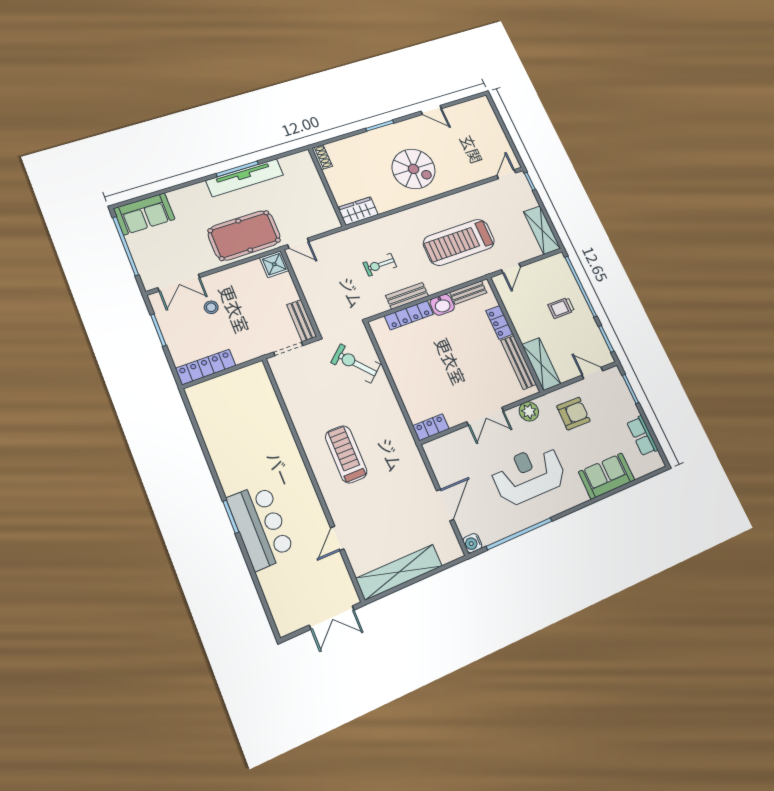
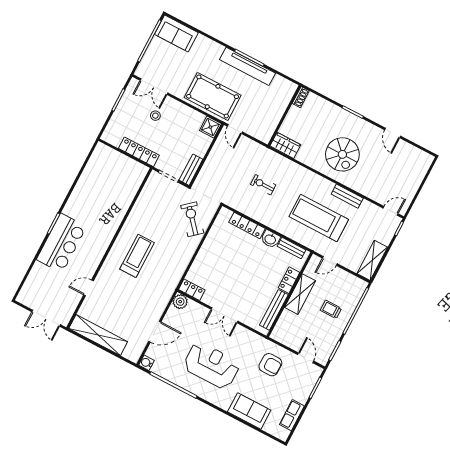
bench: (407, 296) -> (347, 196), moved
shelving: (541, 364) -> (300, 294), moved
locker: (206, 367) -> (139, 152), moved
plant: (529, 411) -> (180, 302), moved

